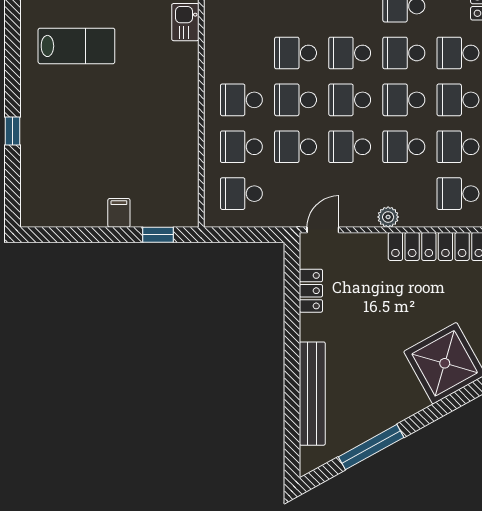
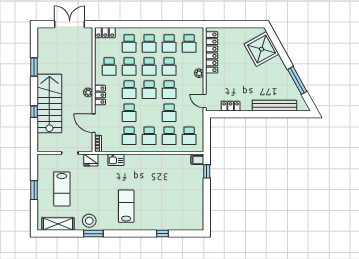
school desk: (296, 100) -> (129, 136), moved
filing cabinet: (119, 213) -> (197, 160), moved

